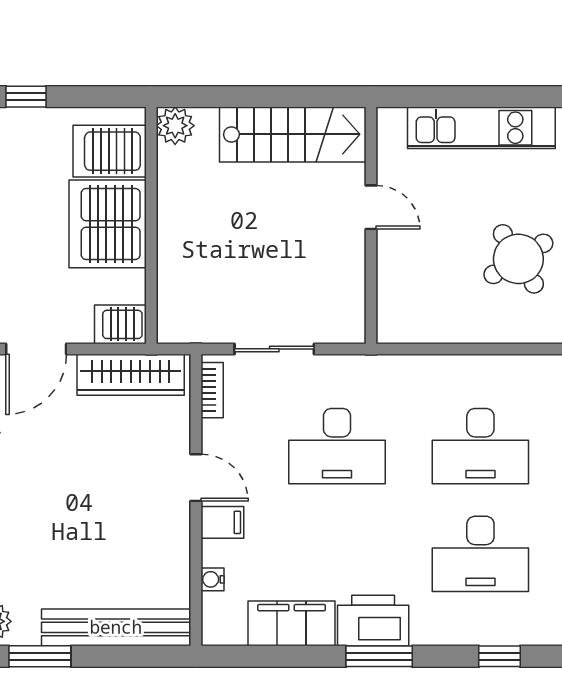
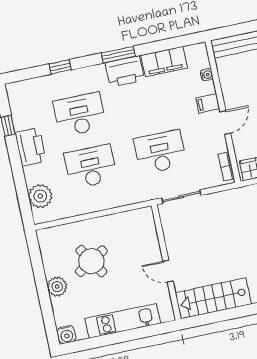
sliding door: (274, 349) -> (181, 197), moved
door: (196, 478) -> (225, 122), swing flipped

